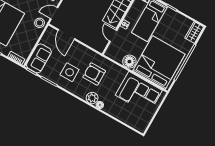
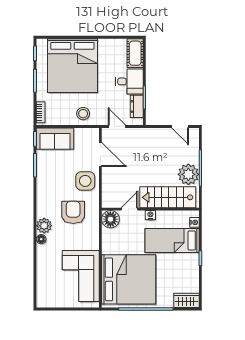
stool: (40, 23) -> (83, 114), moved
door: (66, 35) -> (100, 155), swing flipped
floor lamp: (129, 62) -> (110, 219), moved
side table: (70, 72) -> (85, 181), moved

